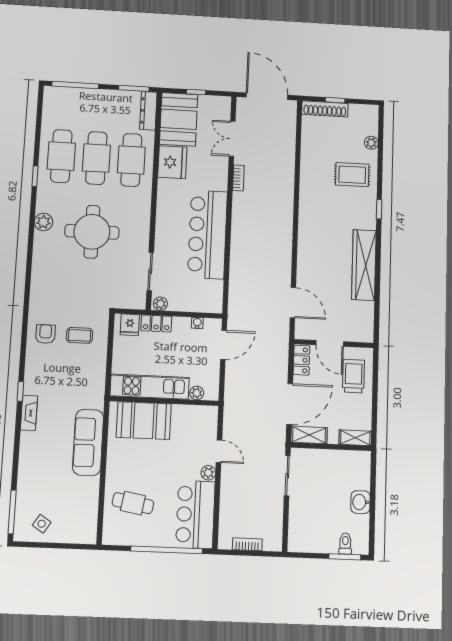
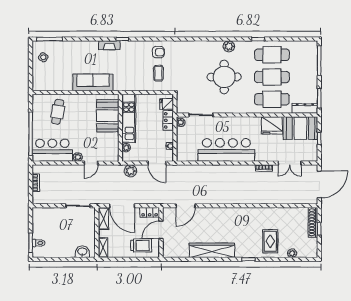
double door: (232, 139) -> (290, 163), swing flipped
plant: (234, 388) -> (130, 171), added
washbasin: (360, 502) -> (82, 252), moved

